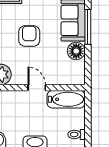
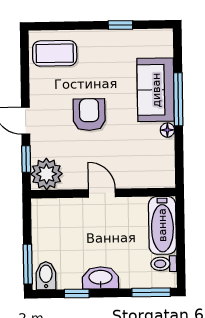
floor lamp: (76, 51) -> (167, 130), width x0.53, depth x0.53
bathtub: (66, 99) -> (162, 225), moved, turned 90

